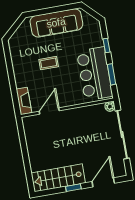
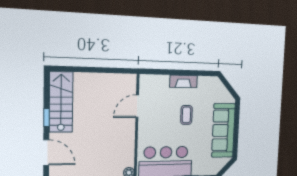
fireplace: (24, 101) -> (183, 81), moved
door: (49, 111) -> (137, 106), swing flipped

